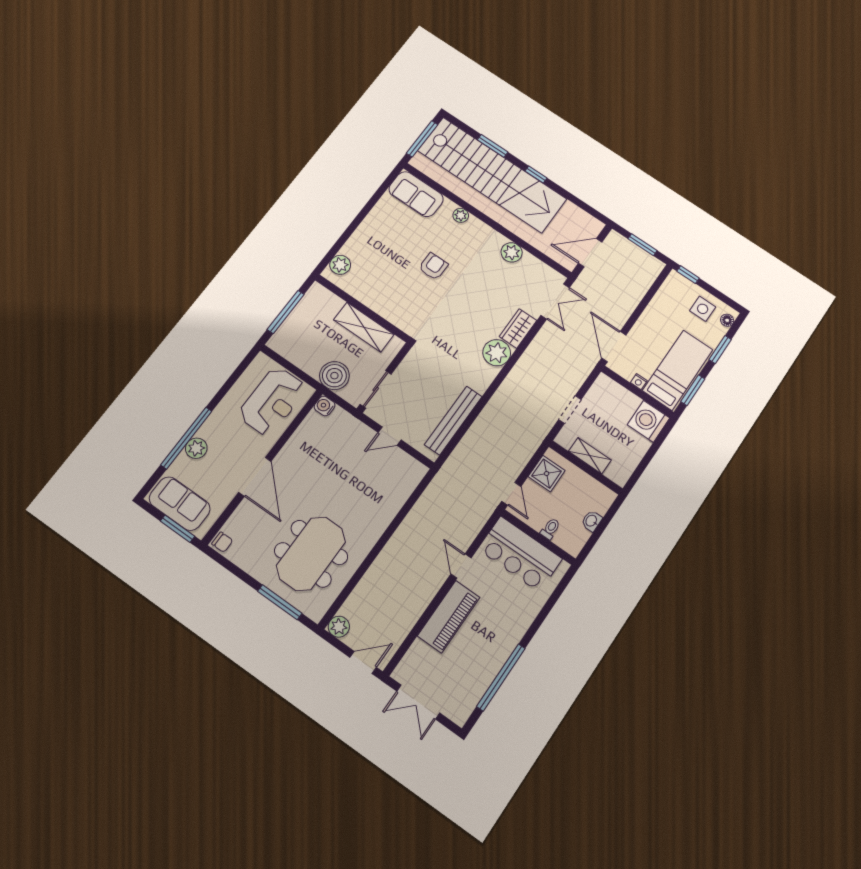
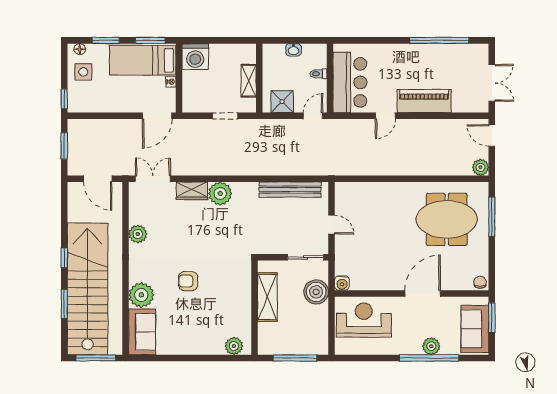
plant: (461, 215) -> (141, 295), width x1.87, depth x1.87

